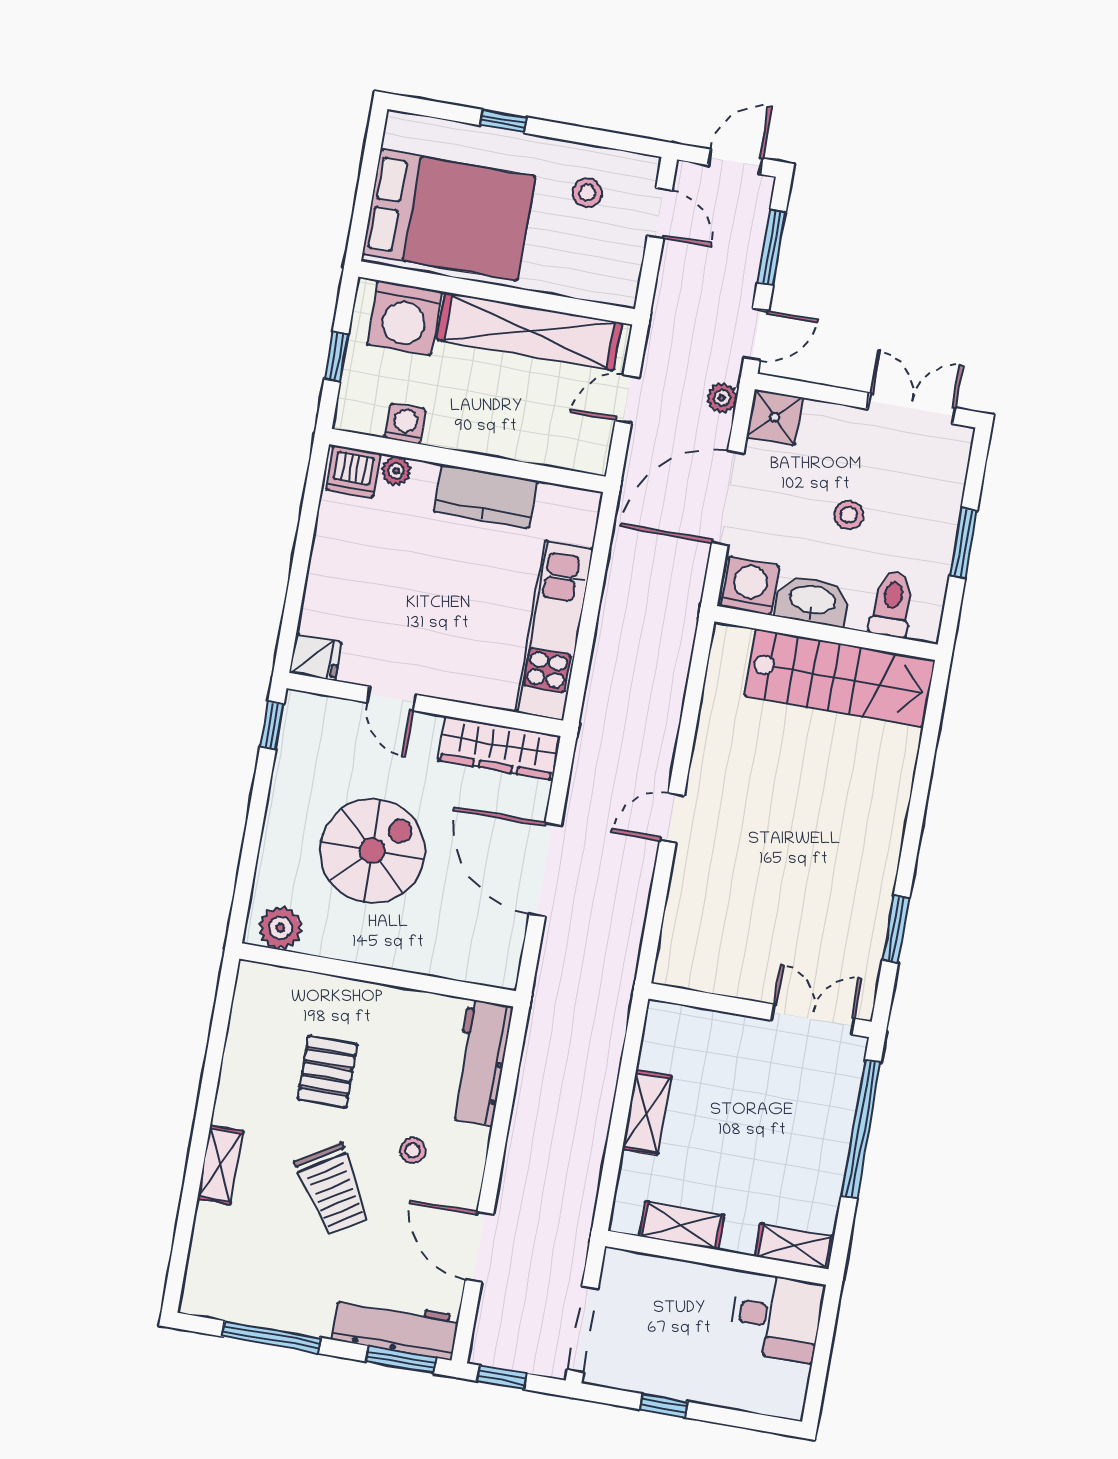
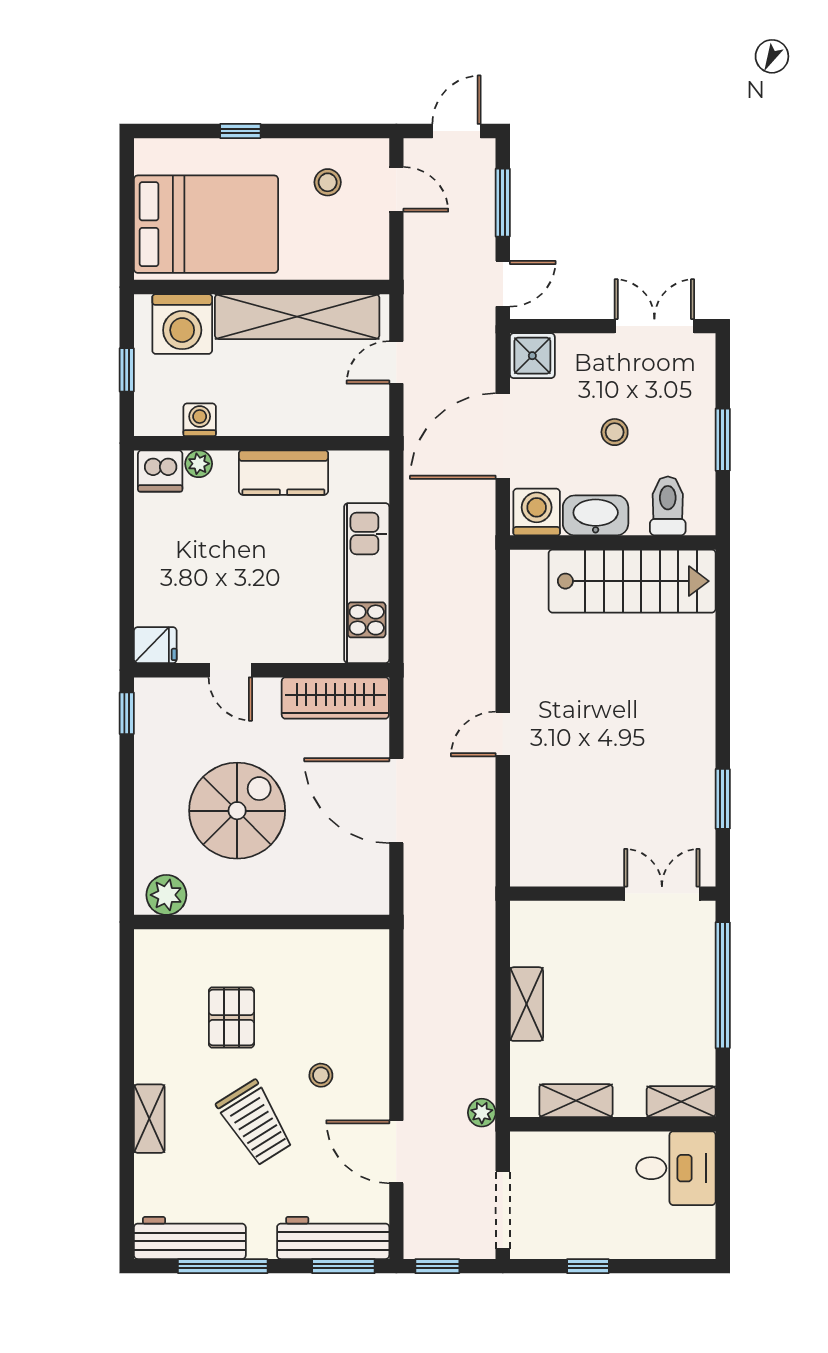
plant: (722, 398) -> (482, 1113), moved
workbench: (480, 1063) -> (190, 1238), moved, turned 90

